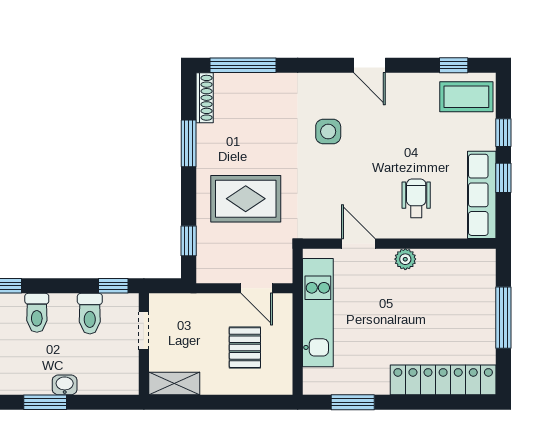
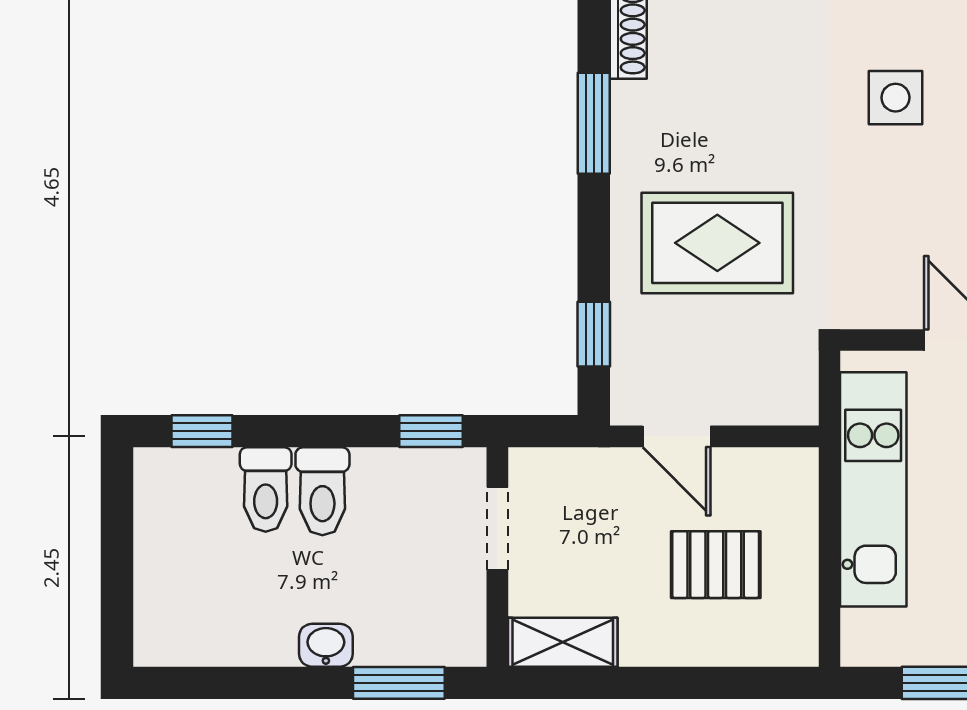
door: (257, 288) -> (677, 436), moved
toilet: (90, 314) -> (322, 491), moved
pallet: (245, 348) -> (716, 565), turned 90
window: (45, 402) -> (399, 683), moved

